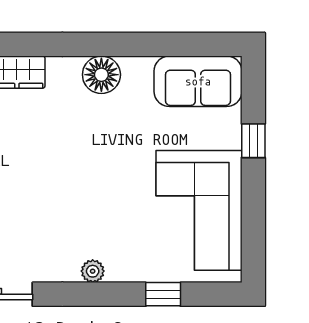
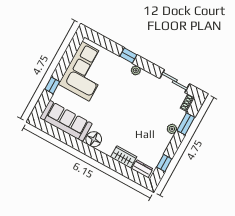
sofa: (198, 81) -> (66, 121), width x1.36
window: (163, 294) -> (128, 56), moved

